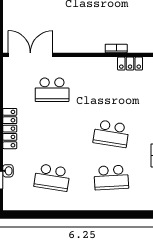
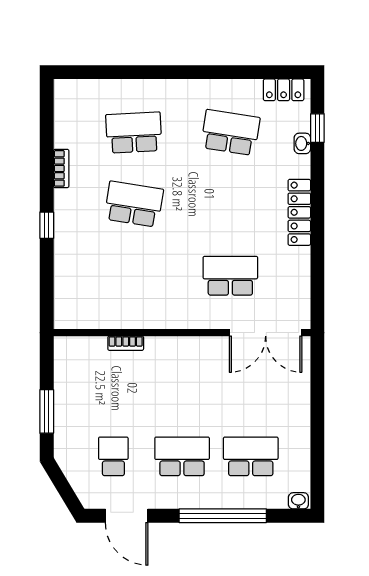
locker: (130, 64) -> (284, 90), moved, turned 180

